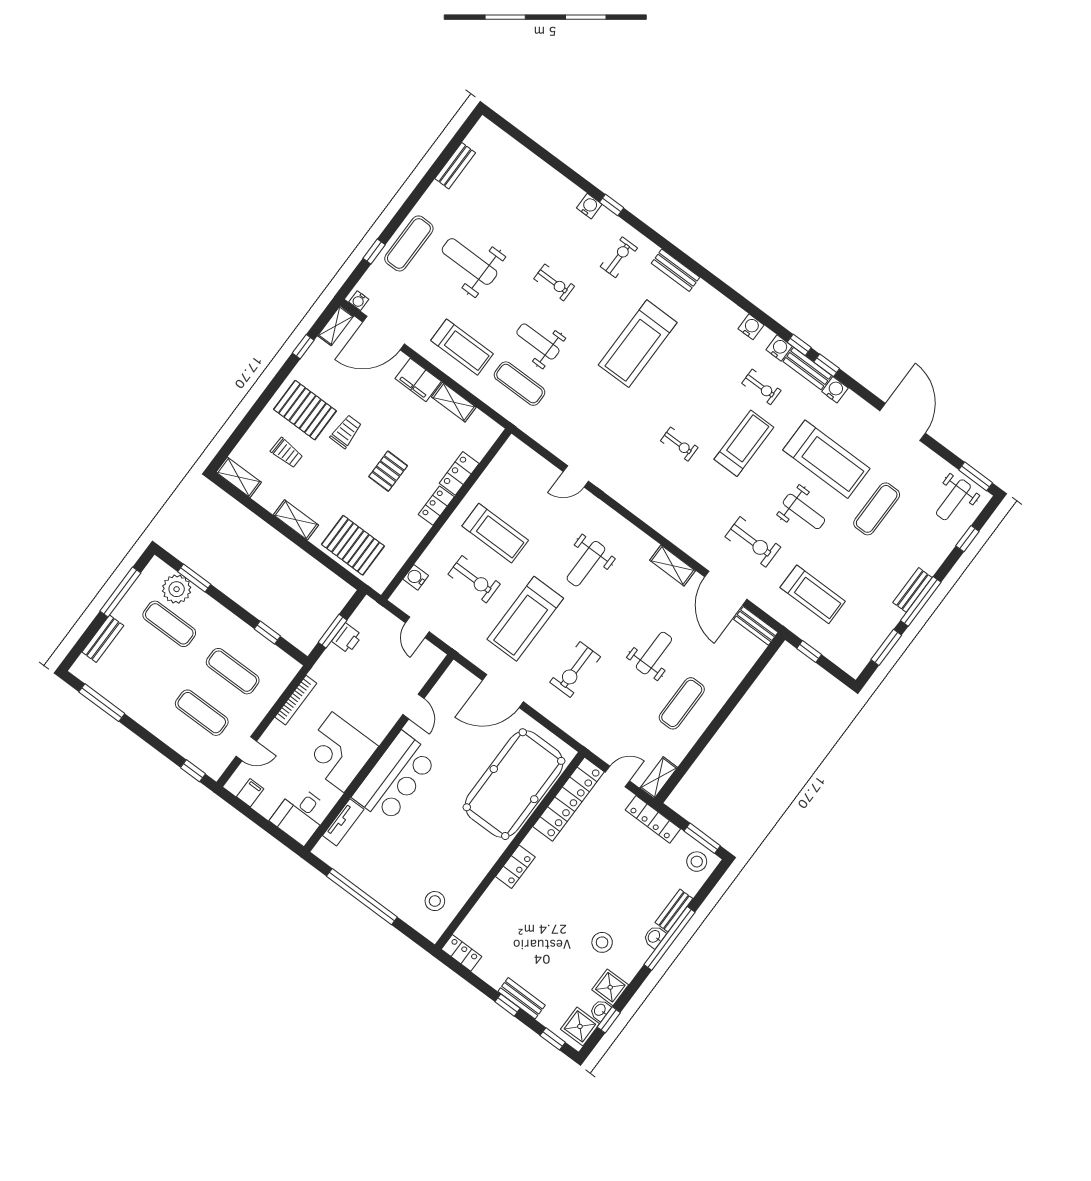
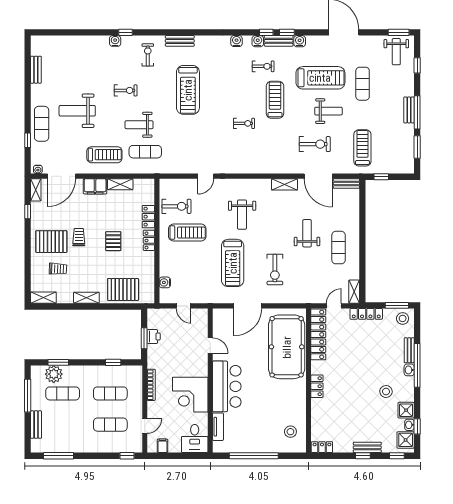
exercise bike: (474, 579) -> (176, 206), moved
treadmill: (813, 594) -> (362, 148), turned -90

